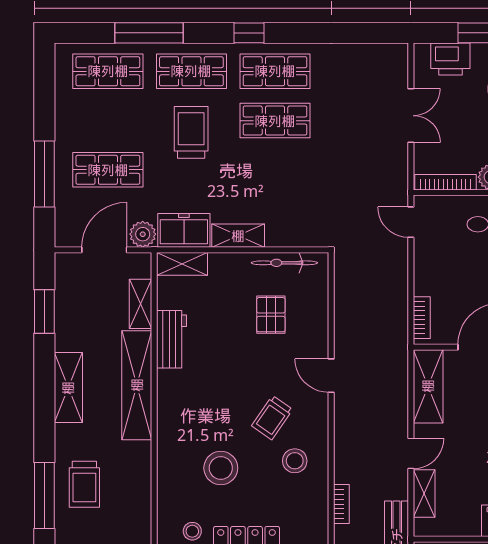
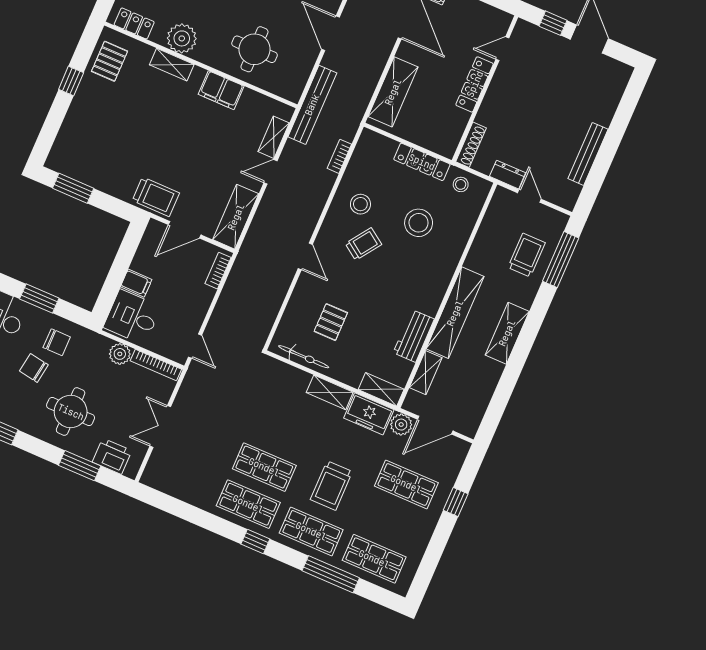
window: (44, 174) -> (456, 502), width x0.46
window: (44, 311) -> (501, 398), removed

